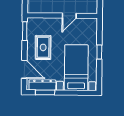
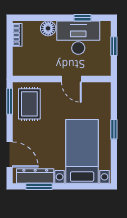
door: (69, 16) -> (71, 79), hinge flipped
rug: (43, 47) -> (29, 104), moved

